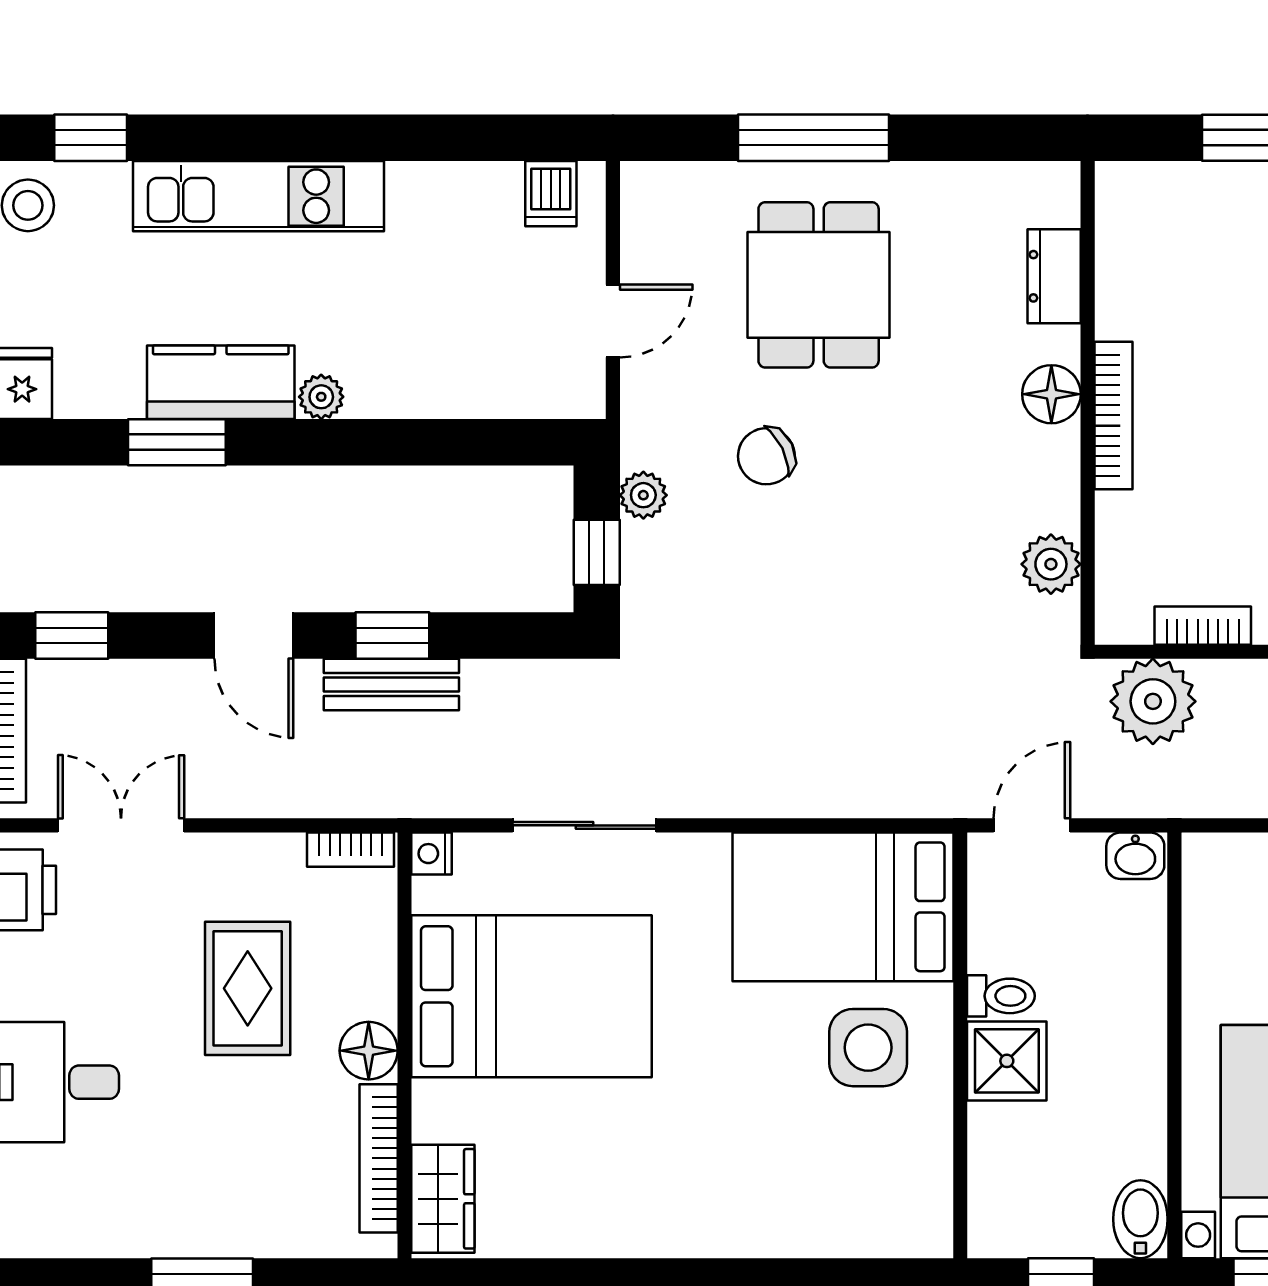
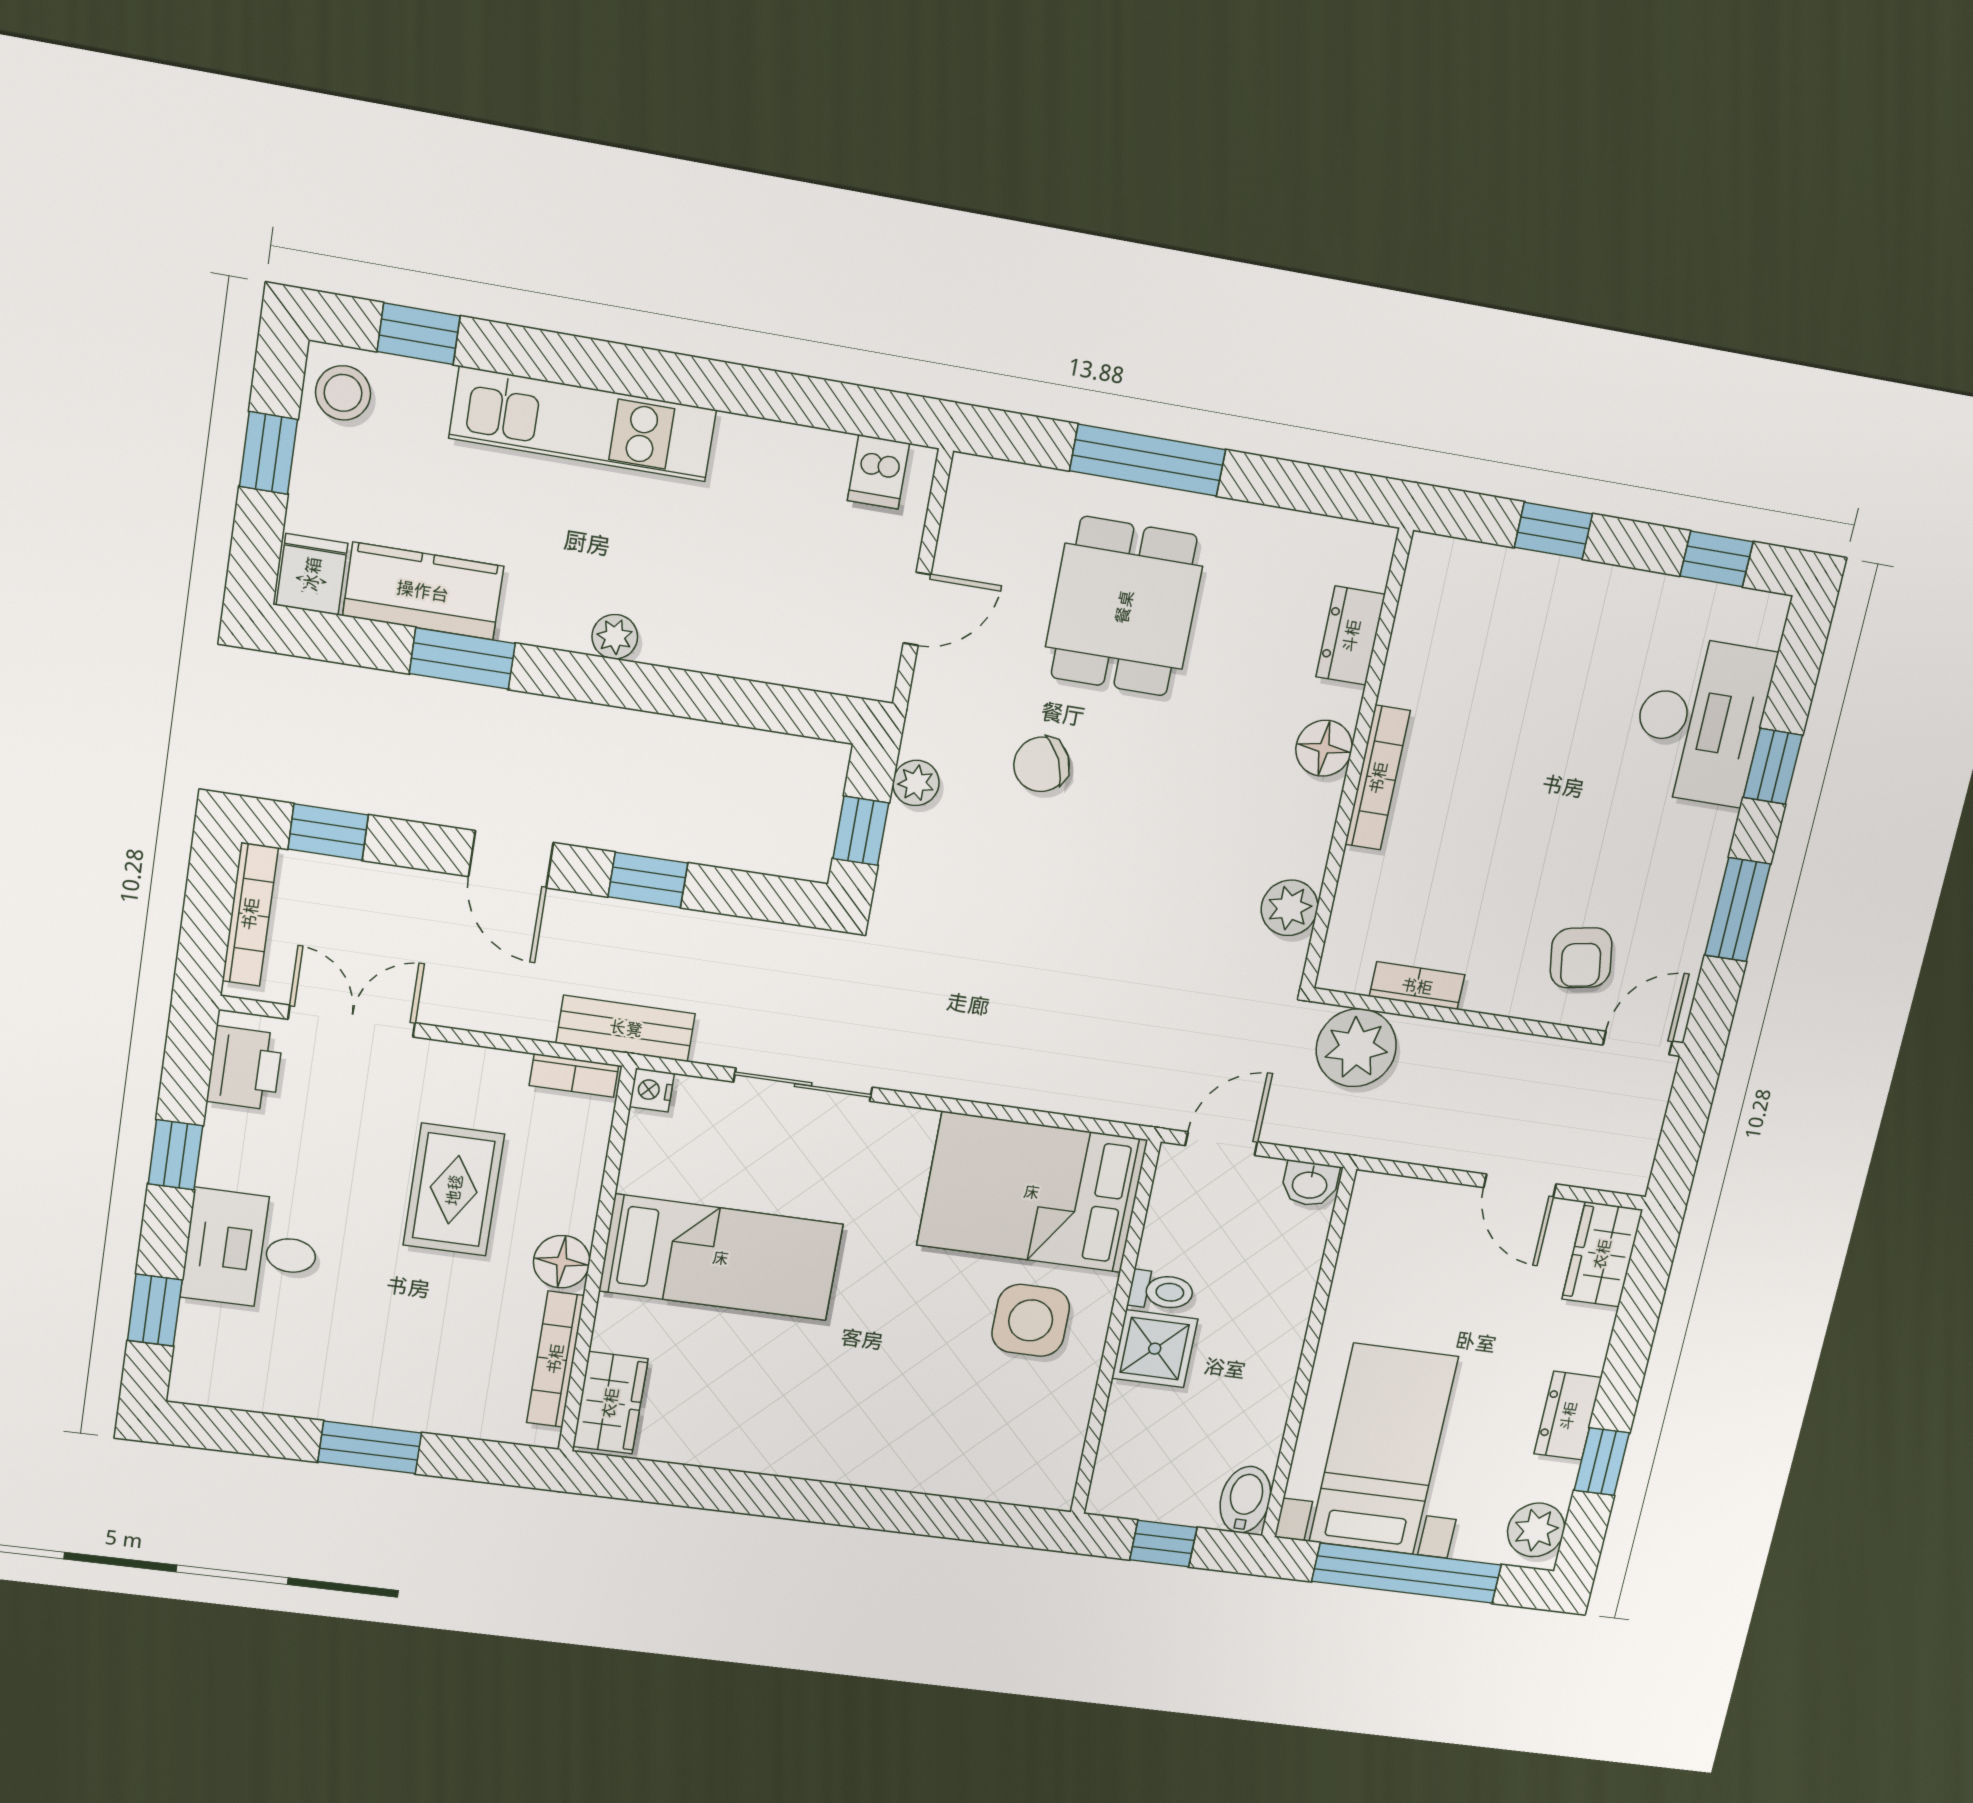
kitchen counter: (221, 382) -> (423, 591), moved
bench: (391, 684) -> (626, 1028), moved
bed: (532, 996) -> (721, 1258), width x0.67

